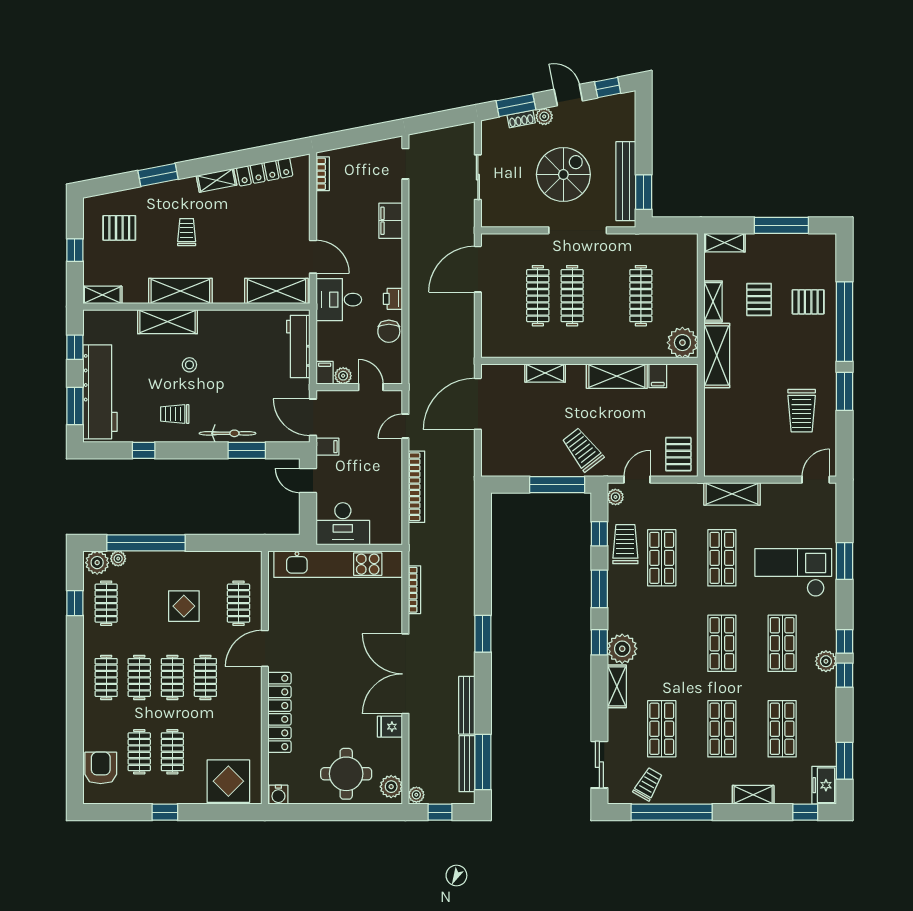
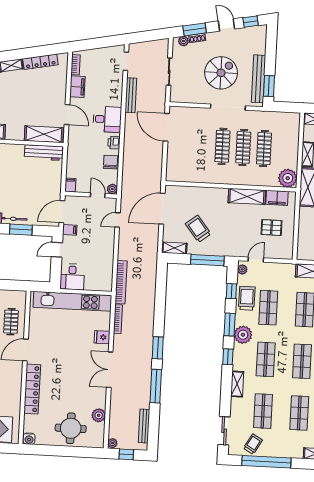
plant: (544, 116) -> (183, 41), moved
filing cabinet: (391, 221) -> (77, 87), moved, turned 180
door: (478, 269) -> (166, 127), hinge flipped
clothes rail: (538, 296) -> (243, 147), moved
desk: (339, 300) -> (107, 119), moved, turned 180
chair: (389, 331) -> (111, 162), turned 180
workbench: (298, 347) -> (43, 153), moved, turned -90
shelving: (545, 373) -> (174, 248), moved
plant: (343, 376) -> (112, 189), moved
filing cabinet: (658, 376) -> (277, 198), width x2.00
door: (313, 417) -> (62, 212), hinge flipped
trolley: (583, 450) -> (198, 229), moved
pallet: (678, 454) -> (271, 228), moved, turned 90
door: (308, 480) -> (57, 250), hinge flipped
bookcase: (417, 487) -> (121, 282), moved
desk: (343, 524) -> (72, 277), width x0.73
shop shelf: (662, 643) -> (266, 359), added
plant: (622, 649) -> (243, 335), moved
double door: (405, 674) -> (110, 370), width x0.73
bench: (467, 705) -> (131, 95), moved
fridge: (390, 727) -> (102, 337), moved
window: (483, 762) -> (156, 386), moved
plant: (391, 787) -> (99, 415), moved

